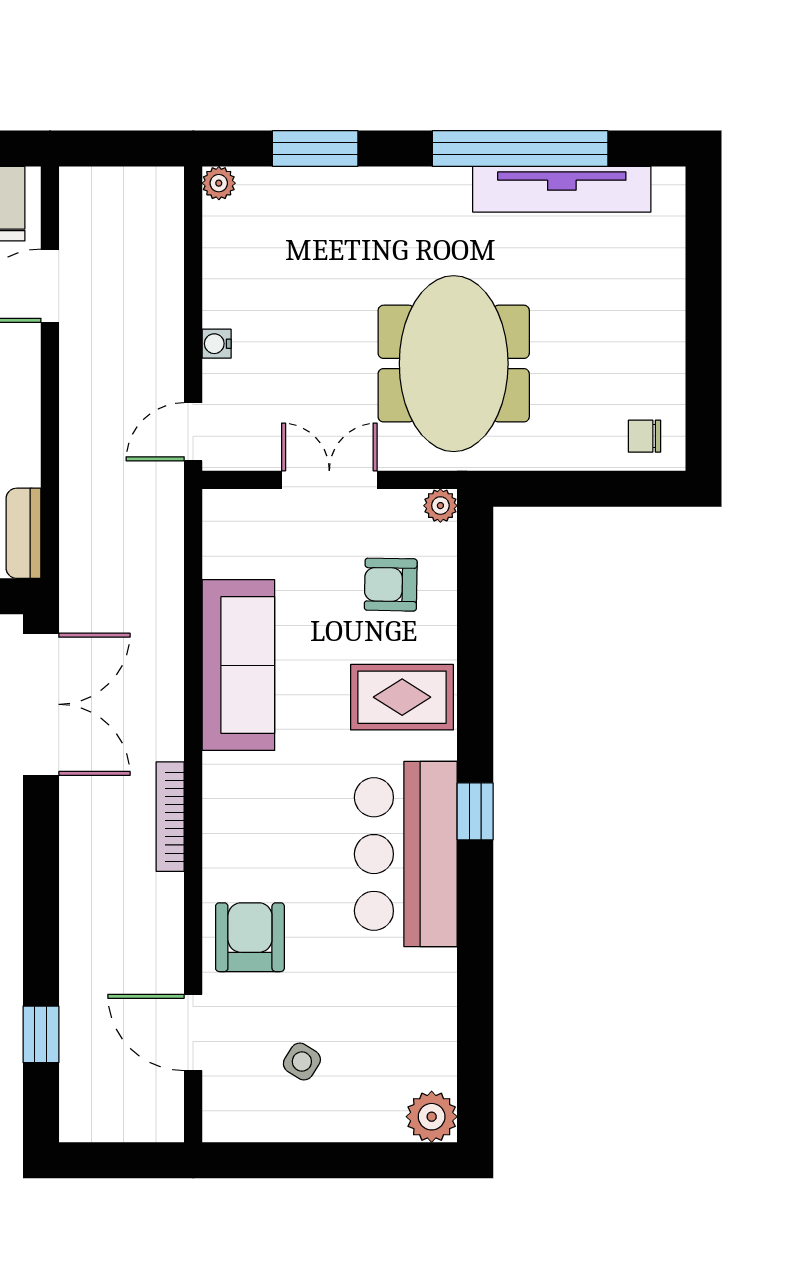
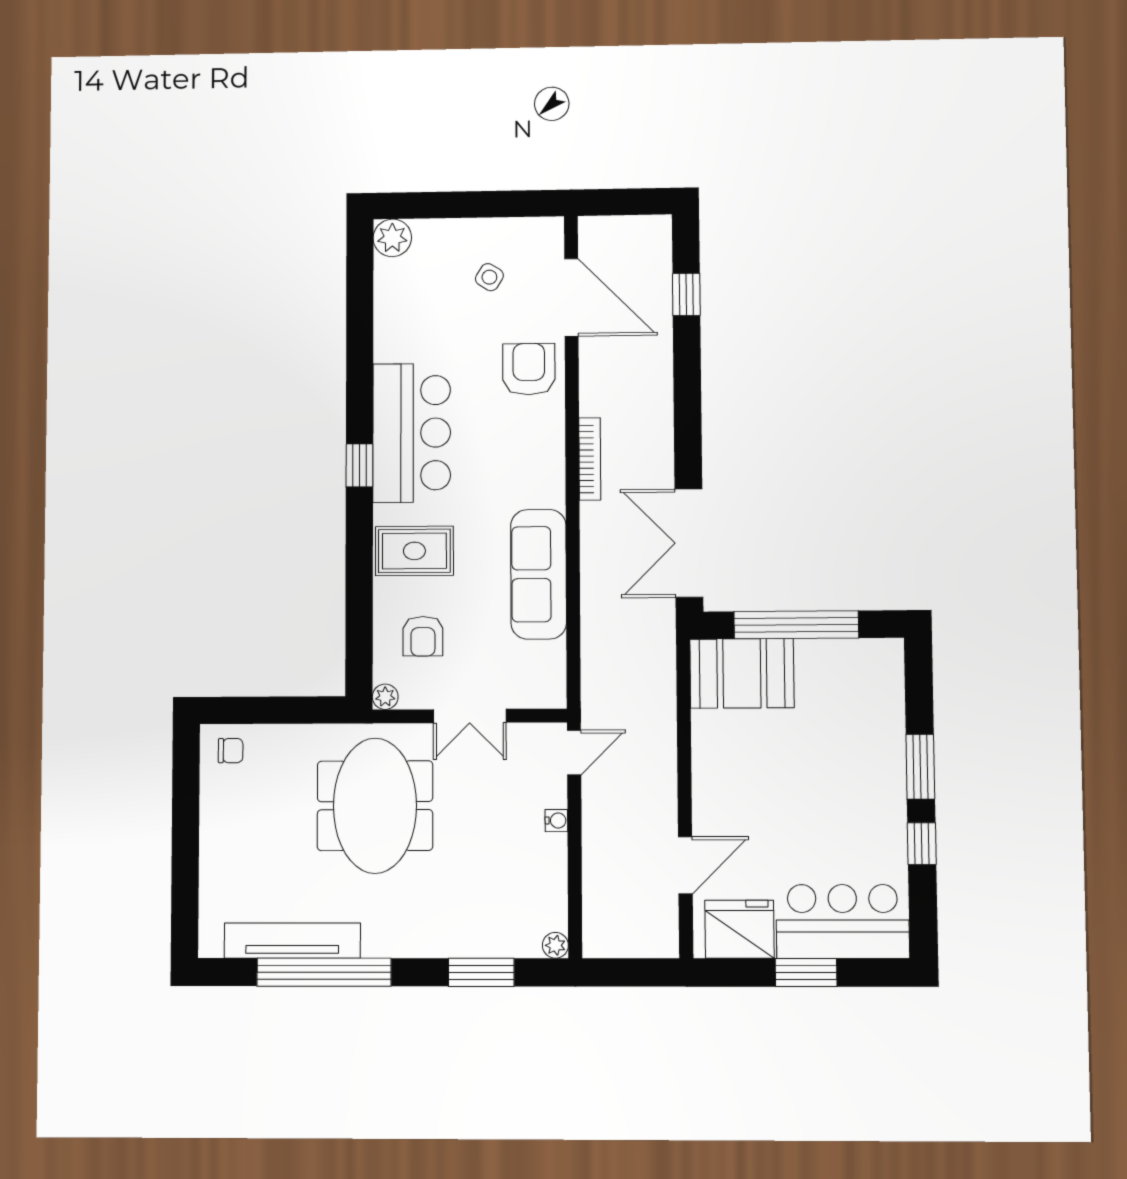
armchair: (391, 585) -> (423, 636), turned 89
armchair: (250, 937) -> (529, 369), turned 180
door: (193, 1032) -> (571, 298), width x1.36

